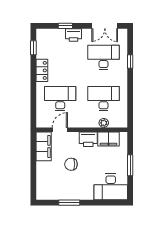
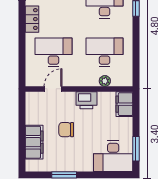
filing cabinet: (109, 139) -> (124, 104), moved, turned 90
filing cabinet: (44, 146) -> (34, 142), moved
window: (130, 165) -> (136, 149), moved

